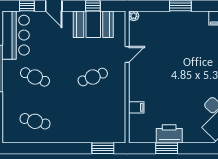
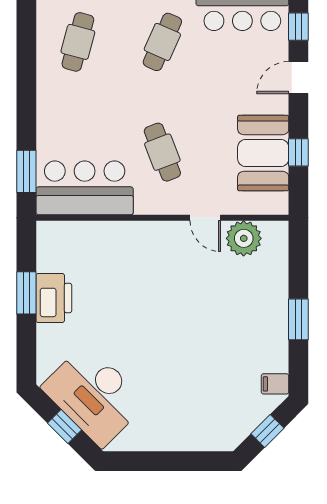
plant: (134, 16) -> (244, 238), moved, width x1.88, depth x1.88
filing cabinet: (136, 107) -> (104, 235), removed
bar counter: (111, 118) -> (85, 188), added

